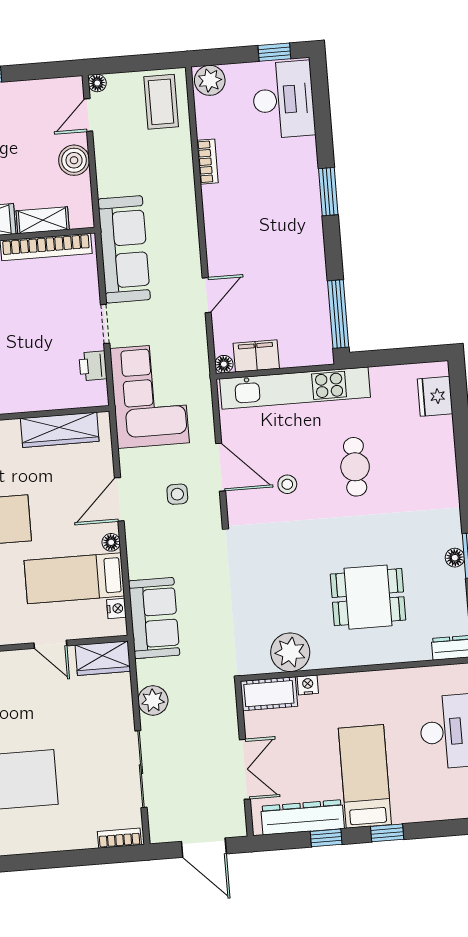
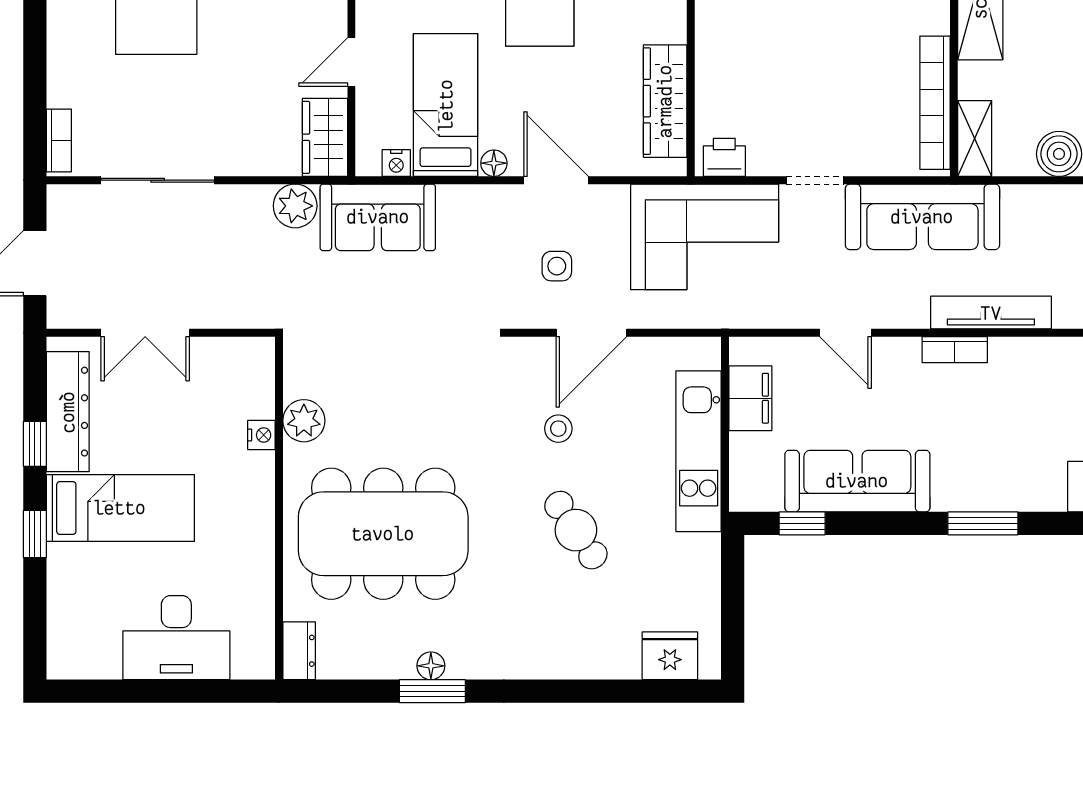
bookcase: (207, 162) -> (955, 350), moved
tv unit: (185, 198) -> (991, 313), added
shelving: (43, 220) -> (975, 139), moved
sofa: (307, 279) -> (857, 481), added
window: (338, 314) -> (802, 523), width x0.46
floor lamp: (224, 364) -> (742, 350), removed
printer: (93, 366) -> (724, 157), moved
kitchen unit: (295, 388) -> (699, 451), width x0.73
cafe table: (355, 467) -> (576, 530), turned 56
dining table: (368, 597) -> (383, 534), width x1.88, depth x1.24
plant: (290, 652) -> (304, 421), width x0.73, depth x0.73
cot: (269, 694) -> (253, 377), removed
plant: (153, 700) -> (295, 206), moved

